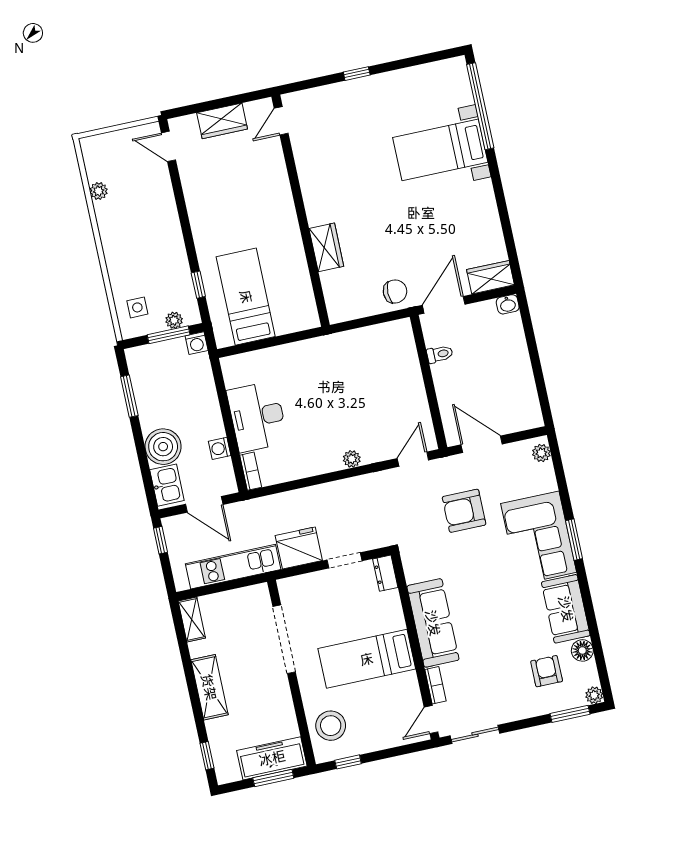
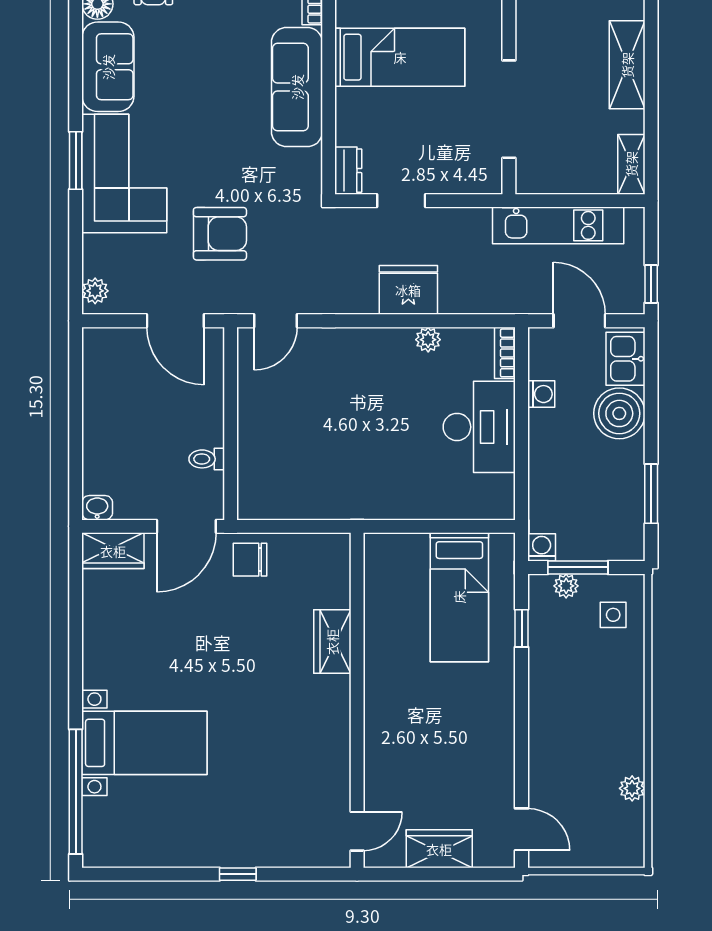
plant: (352, 459) -> (428, 340), moved
fridge: (299, 548) -> (408, 290), moved, turned 180

